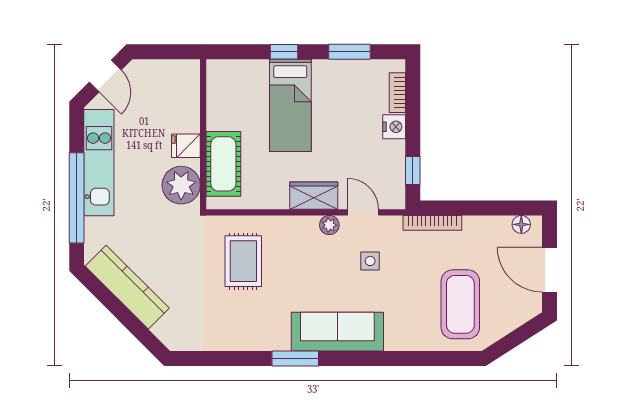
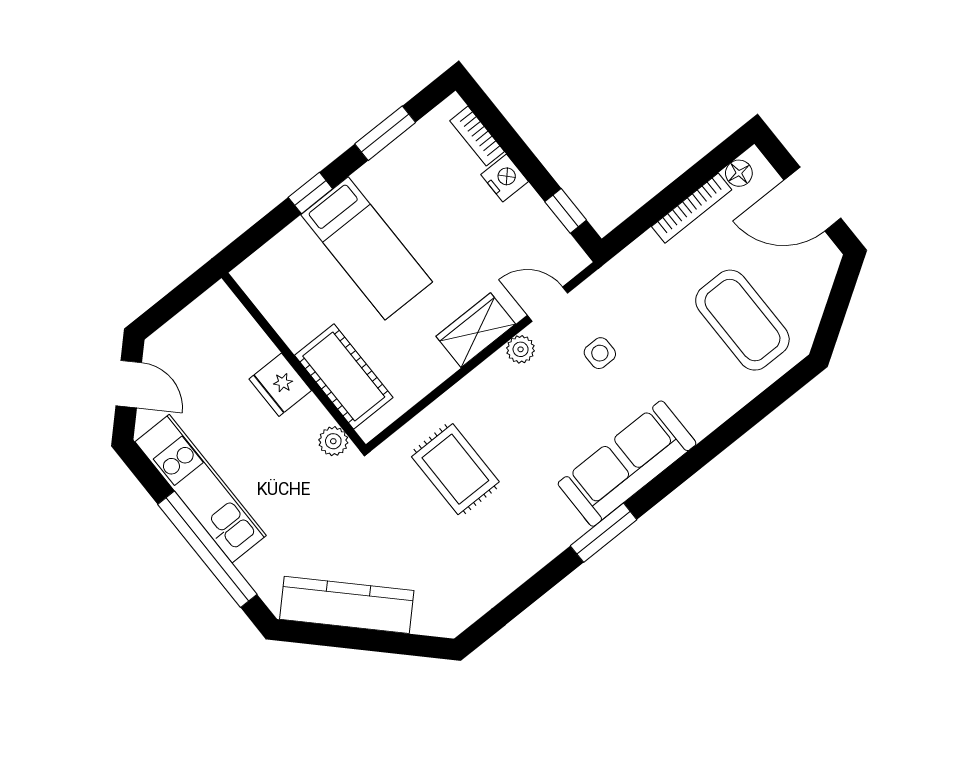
fridge: (186, 146) -> (280, 385), width x1.38
plant: (181, 185) -> (333, 441), width x0.53, depth x0.53
bookcase: (432, 223) -> (692, 208), moved

